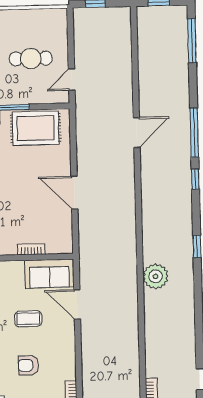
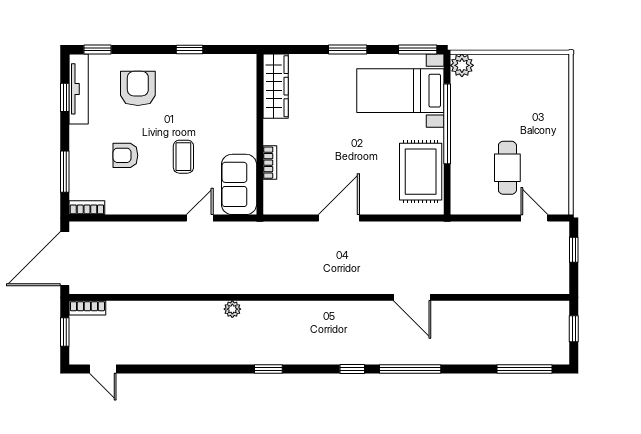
door: (72, 80) -> (534, 218), moved
plant: (156, 276) -> (232, 309), width x0.53, depth x0.53
door: (77, 304) -> (200, 218), width x0.73
armchair: (28, 365) -> (125, 155), turned -90

